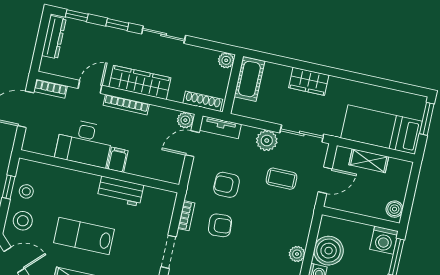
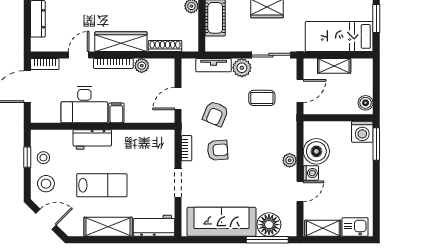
shoe rack: (203, 101) -> (165, 46), moved
plant: (185, 120) -> (142, 66), moved
tv unit: (220, 127) -> (214, 65), moved
door: (192, 144) -> (178, 99), moved
armchair: (227, 185) -> (215, 114), turned -67
workbench: (120, 191) -> (92, 139), moved
lab bench: (84, 236) -> (102, 185), turned 180

